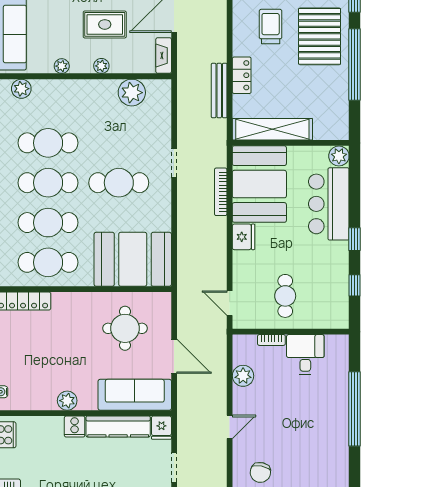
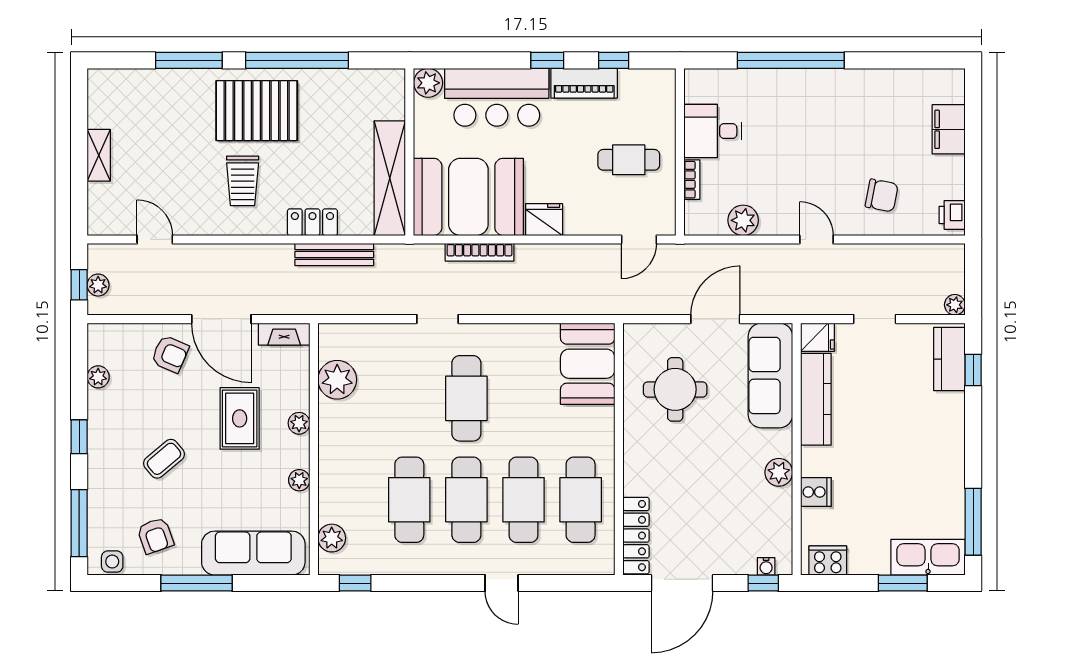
trolley: (271, 27) -> (243, 181), turned -90
booth: (133, 259) -> (588, 364), width x0.73, depth x0.70
piano: (339, 265) -> (584, 83), added
cooker: (75, 427) -> (816, 492), moved

